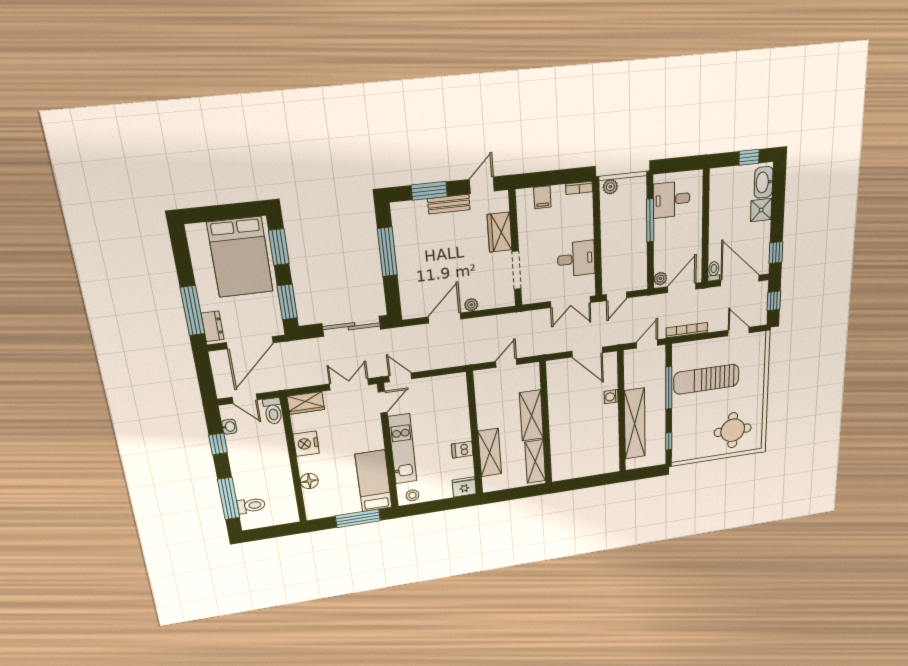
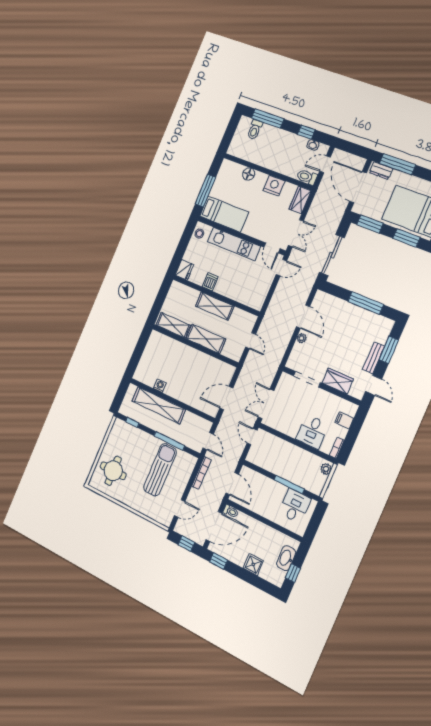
washbasin: (764, 182) -> (286, 558), moved, turned -90
desk: (576, 259) -> (312, 432), moved
plant: (660, 279) -> (247, 472), removed
washing machine: (611, 397) -> (160, 386), moved
shelving: (490, 453) -> (215, 306), moved

